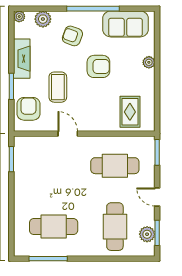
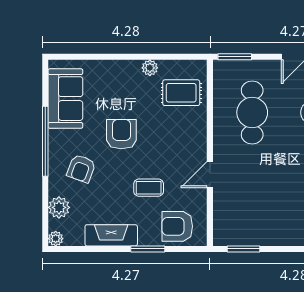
plant: (149, 62) -> (150, 68), moved
coffee table: (58, 87) -> (149, 188), width x0.73, depth x0.77

